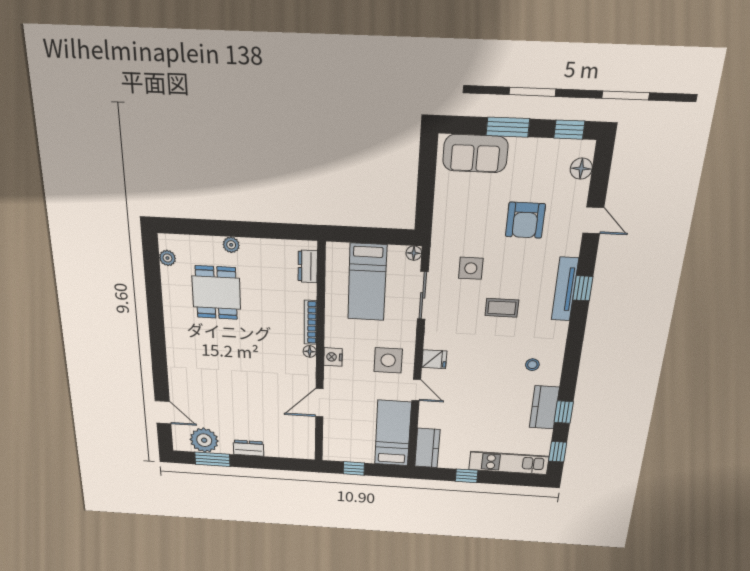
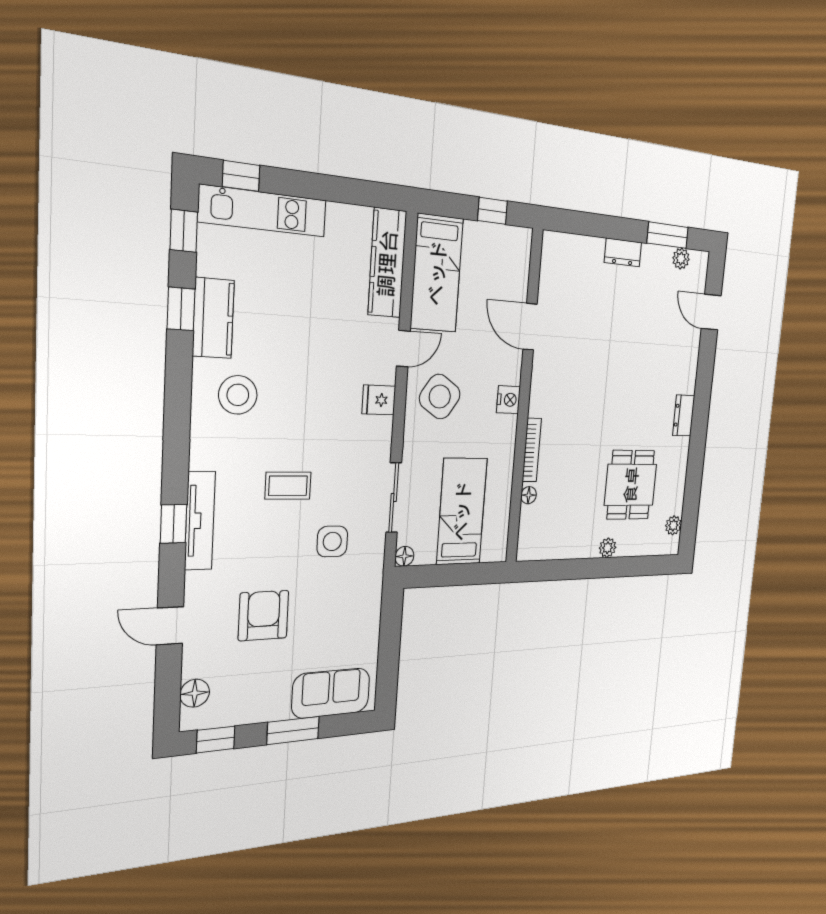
dresser: (308, 266) -> (684, 415), moved, turned 180
floor lamp: (310, 351) -> (529, 495), moved
side table: (388, 360) -> (440, 397), turned 34
stool: (532, 365) -> (238, 395), width x1.89, depth x1.89
door: (416, 390) -> (403, 349), swing flipped
door: (319, 403) -> (530, 327), swing flipped
plant: (204, 440) -> (681, 259), width x0.53, depth x0.53
kitchen counter: (427, 448) -> (387, 263), width x1.50
window: (467, 476) -> (241, 176), moved

